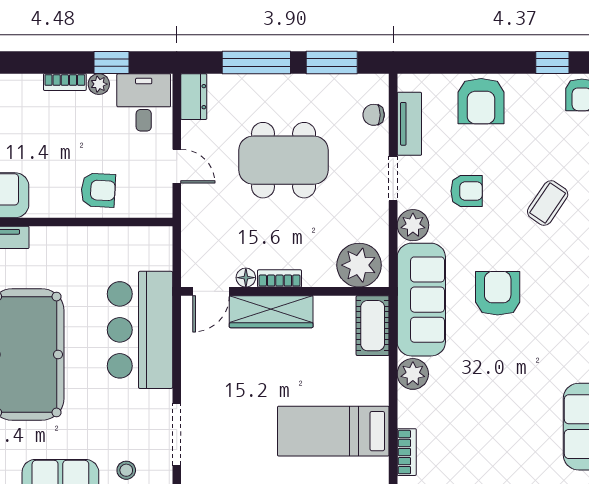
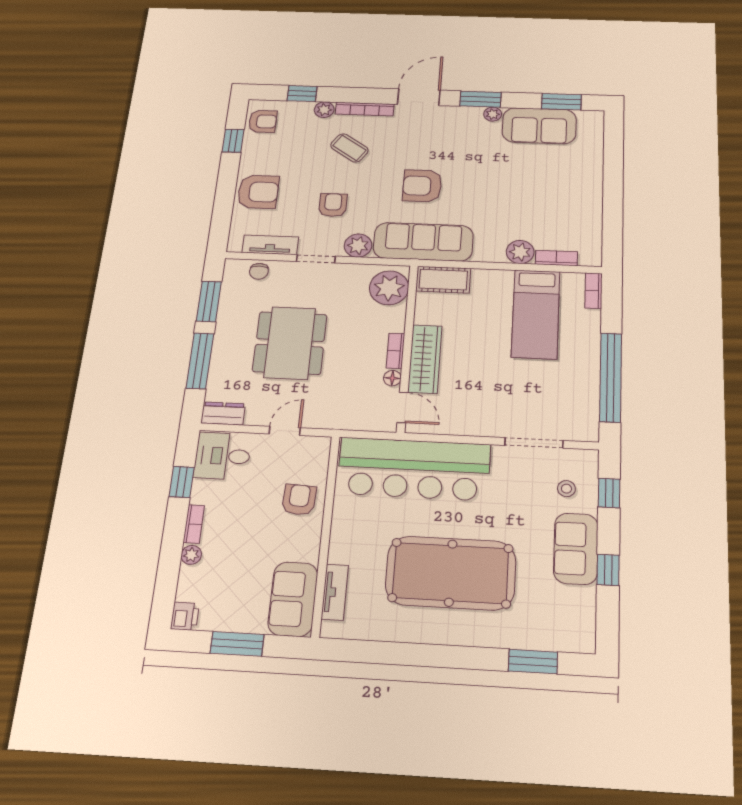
plant: (99, 84) -> (191, 555), moved
bar counter: (140, 330) -> (414, 469), width x1.36
plant: (413, 374) -> (520, 252), moved

